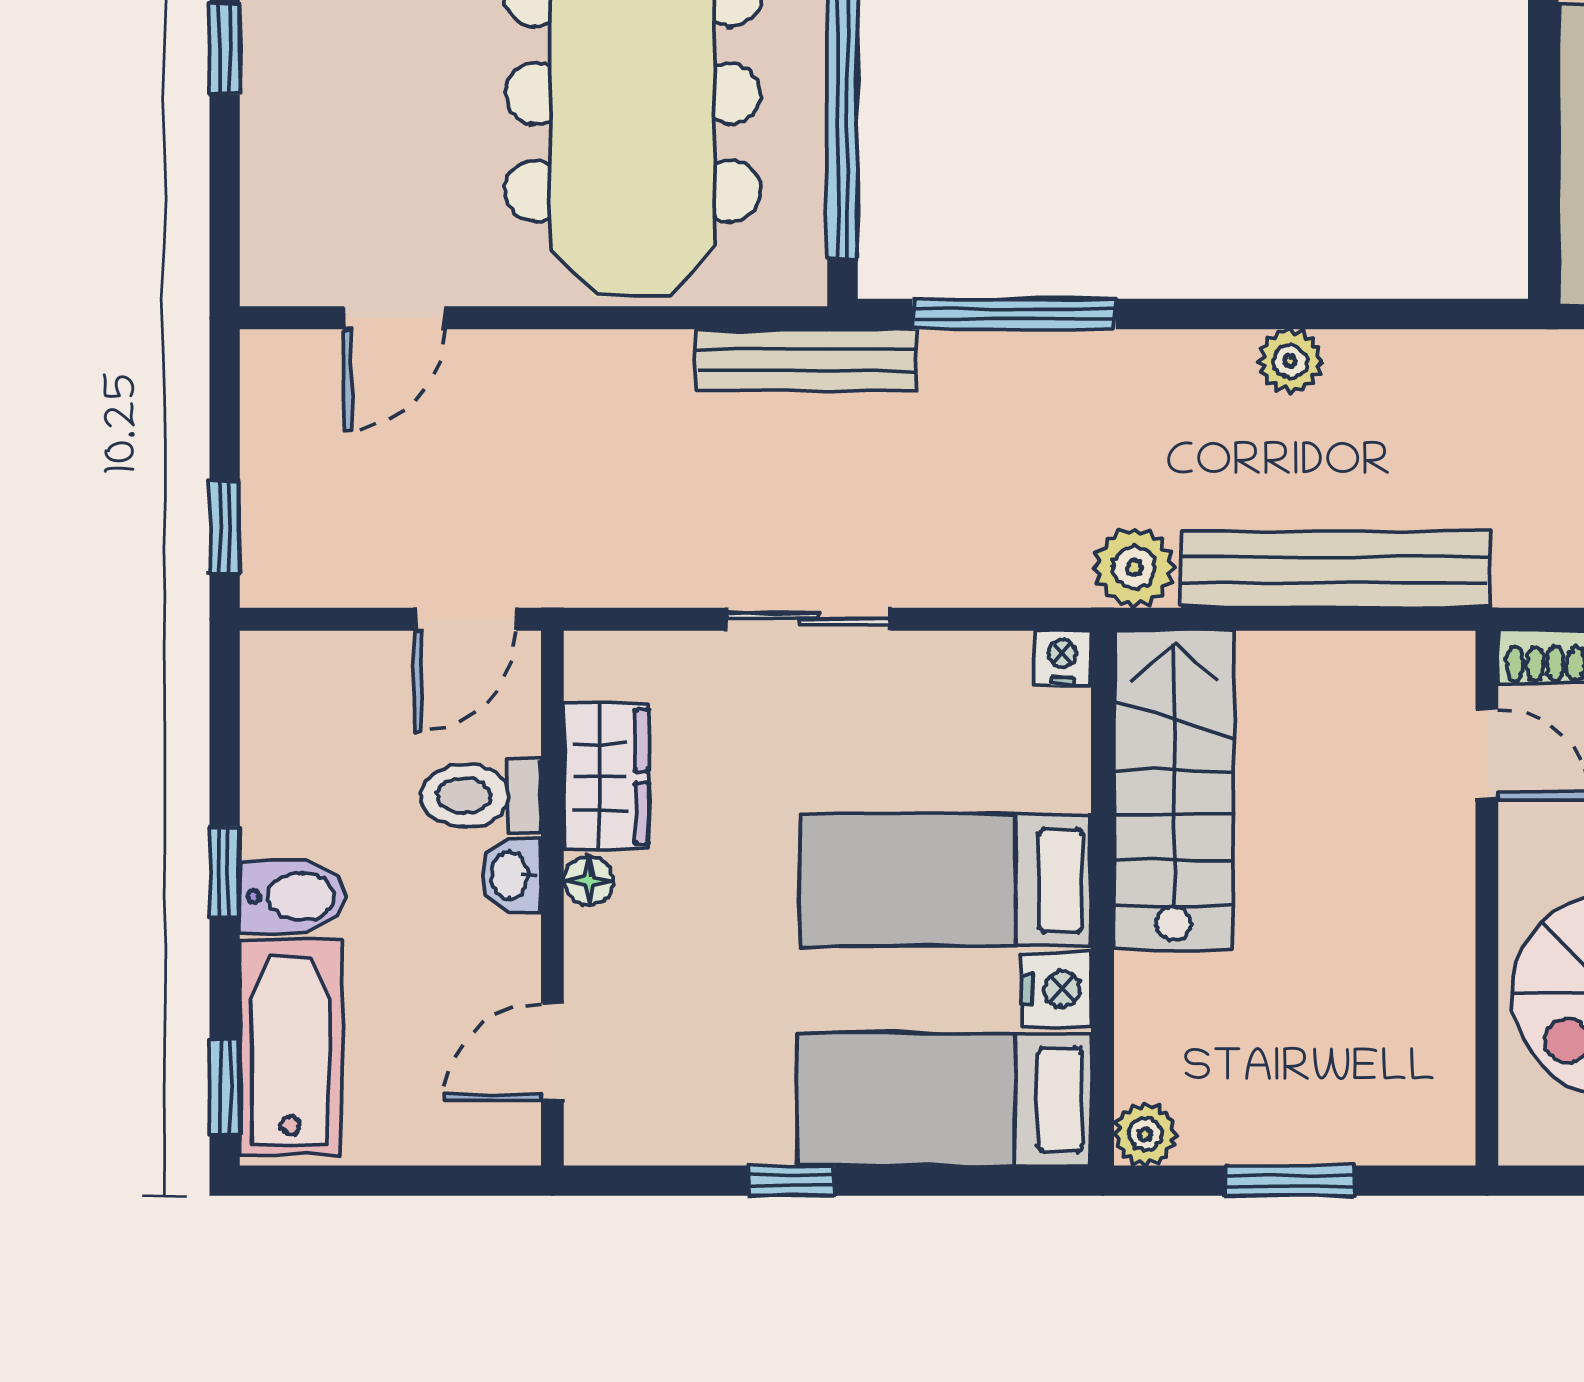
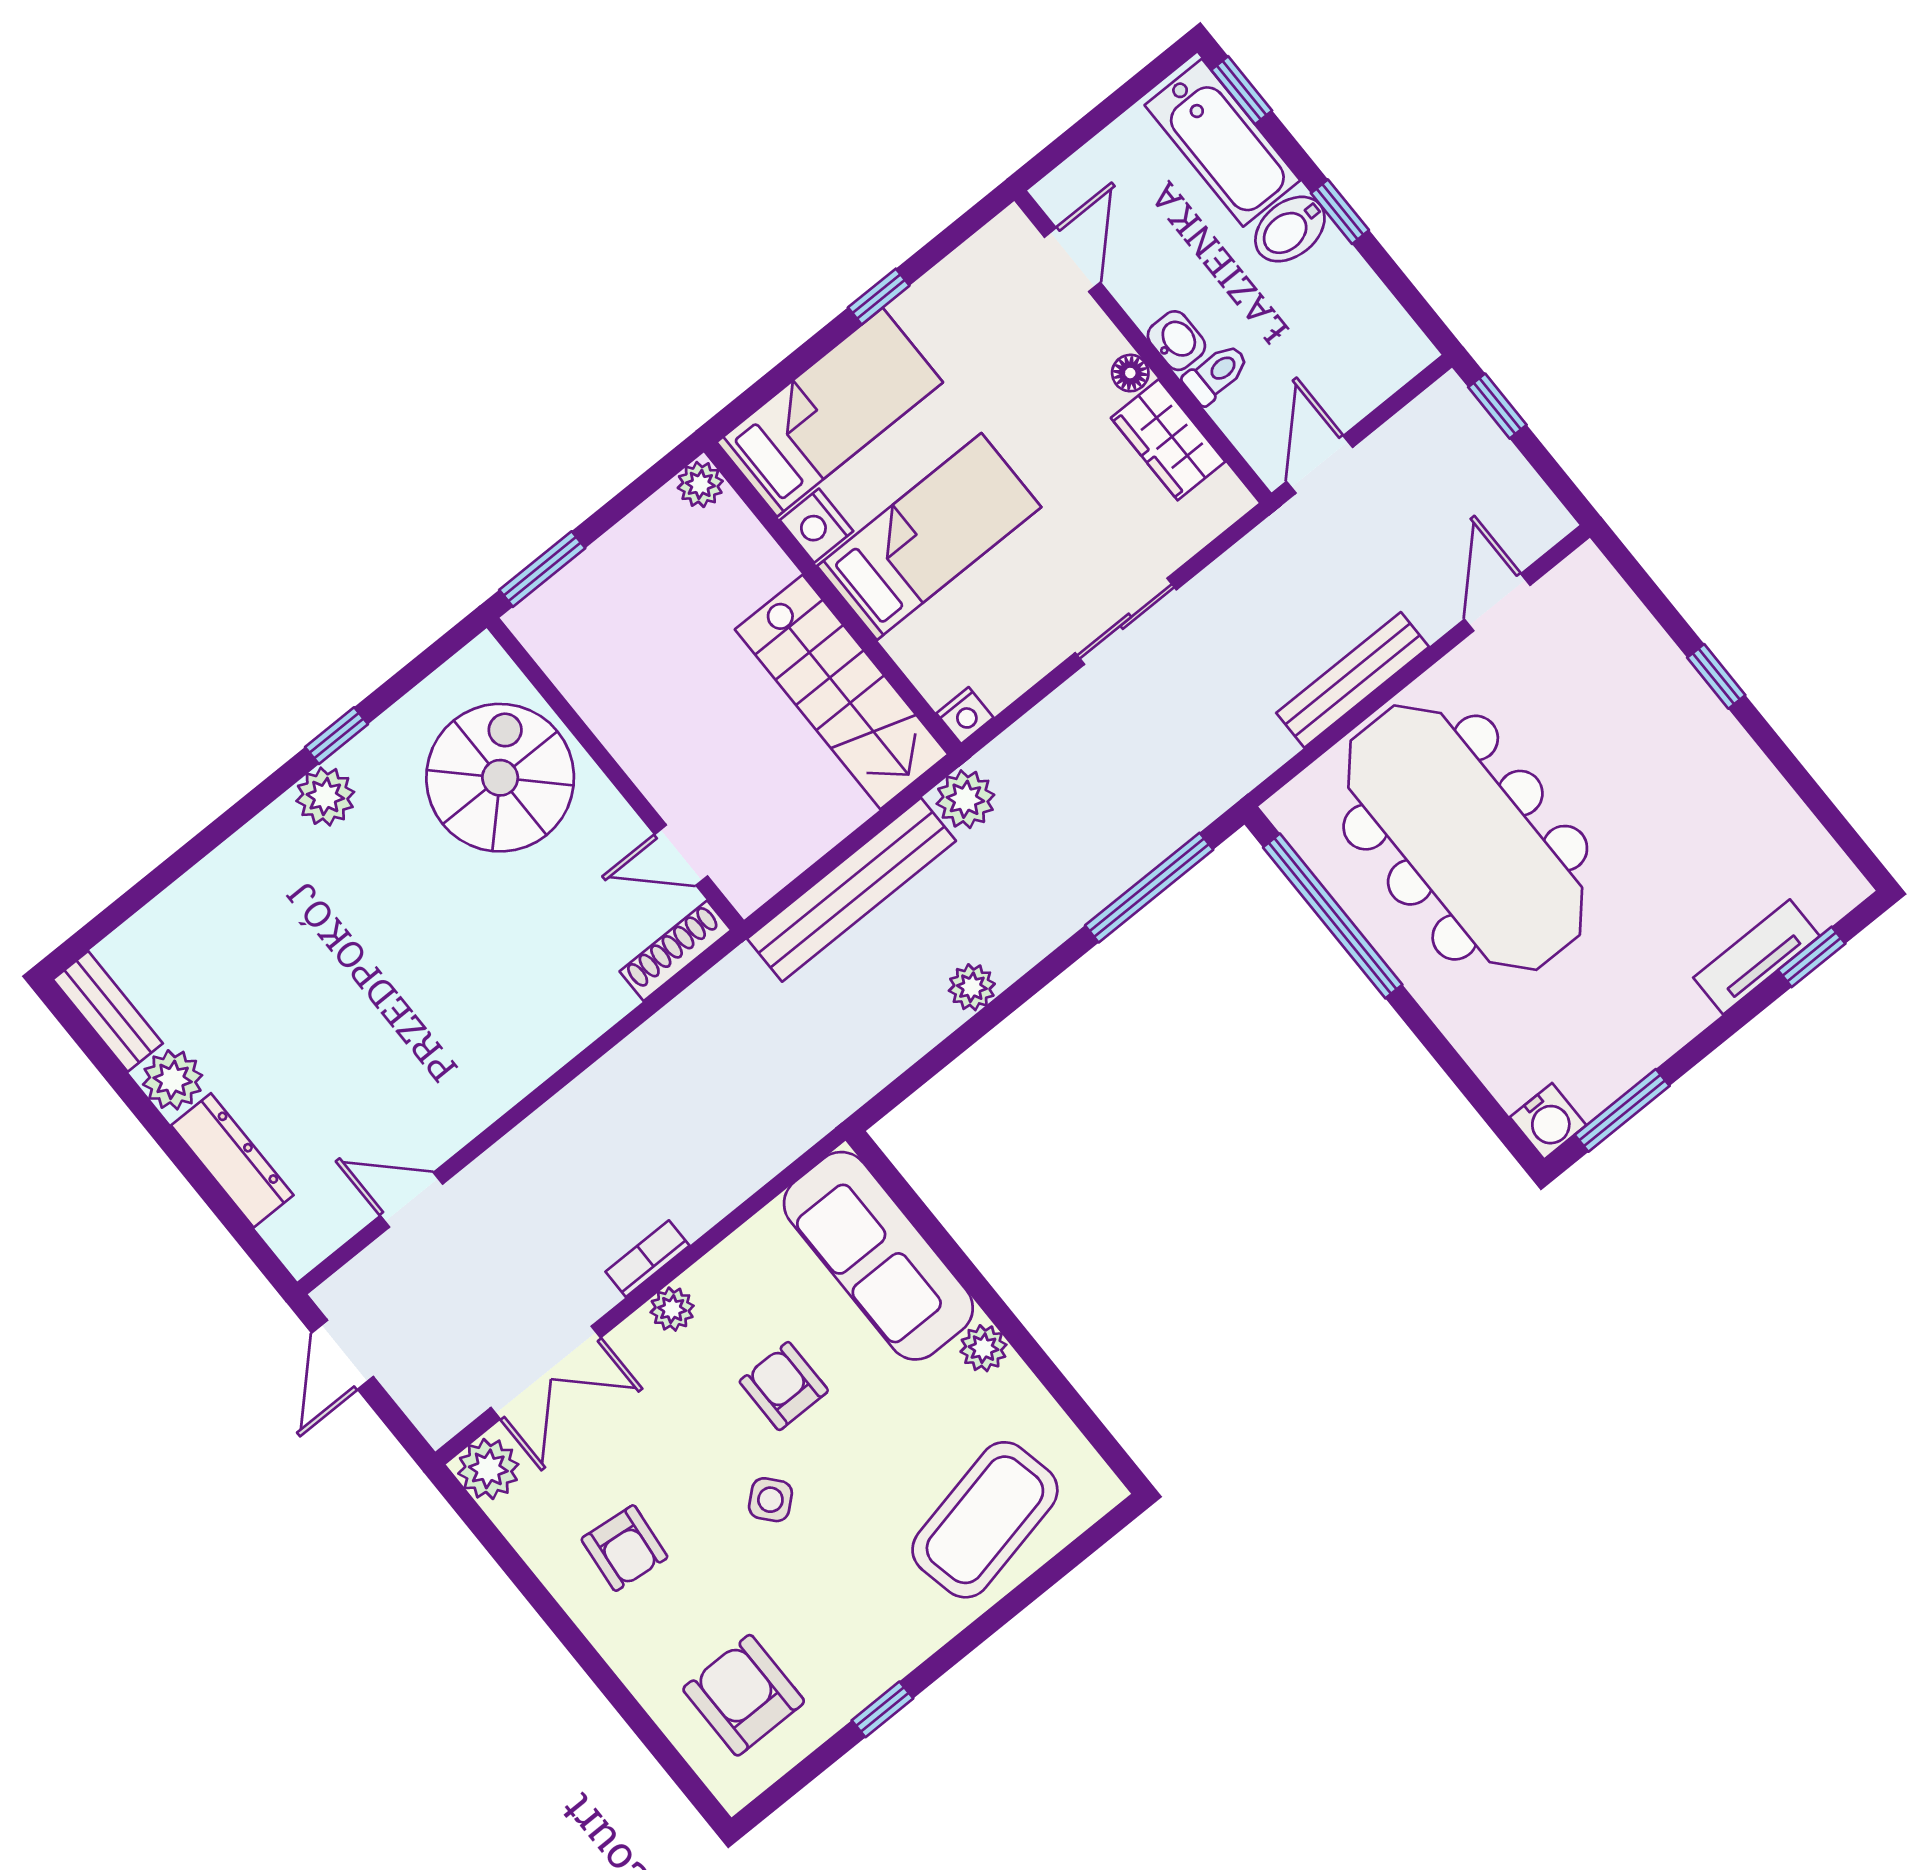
bench: (807, 360) -> (1353, 680), moved
toilet: (481, 796) -> (1216, 374), width x0.73, depth x0.72
window: (1289, 1181) -> (542, 569), moved

